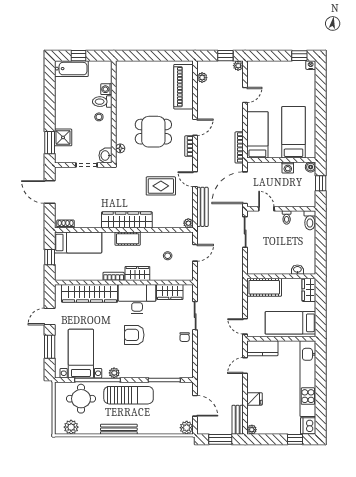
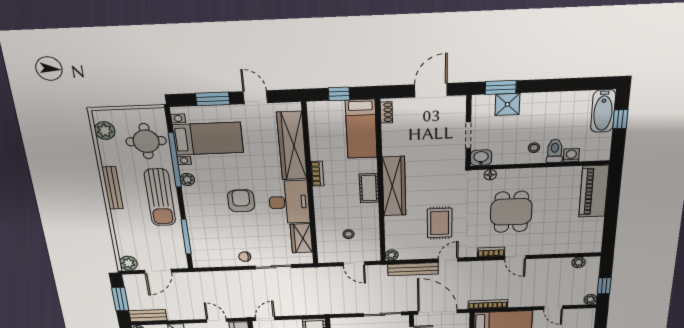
piano: (184, 87) -> (594, 191), moved, turned -90
wardrobe: (137, 273) -> (323, 201), removed

